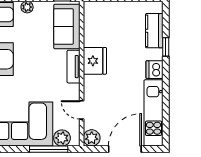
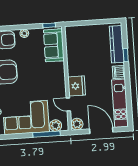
kitchen counter: (154, 31) -> (117, 44), width x1.50
fridge: (95, 61) -> (77, 86), moved
tv unit: (74, 67) -> (60, 74), removed
door: (125, 149) -> (101, 131), hinge flipped

